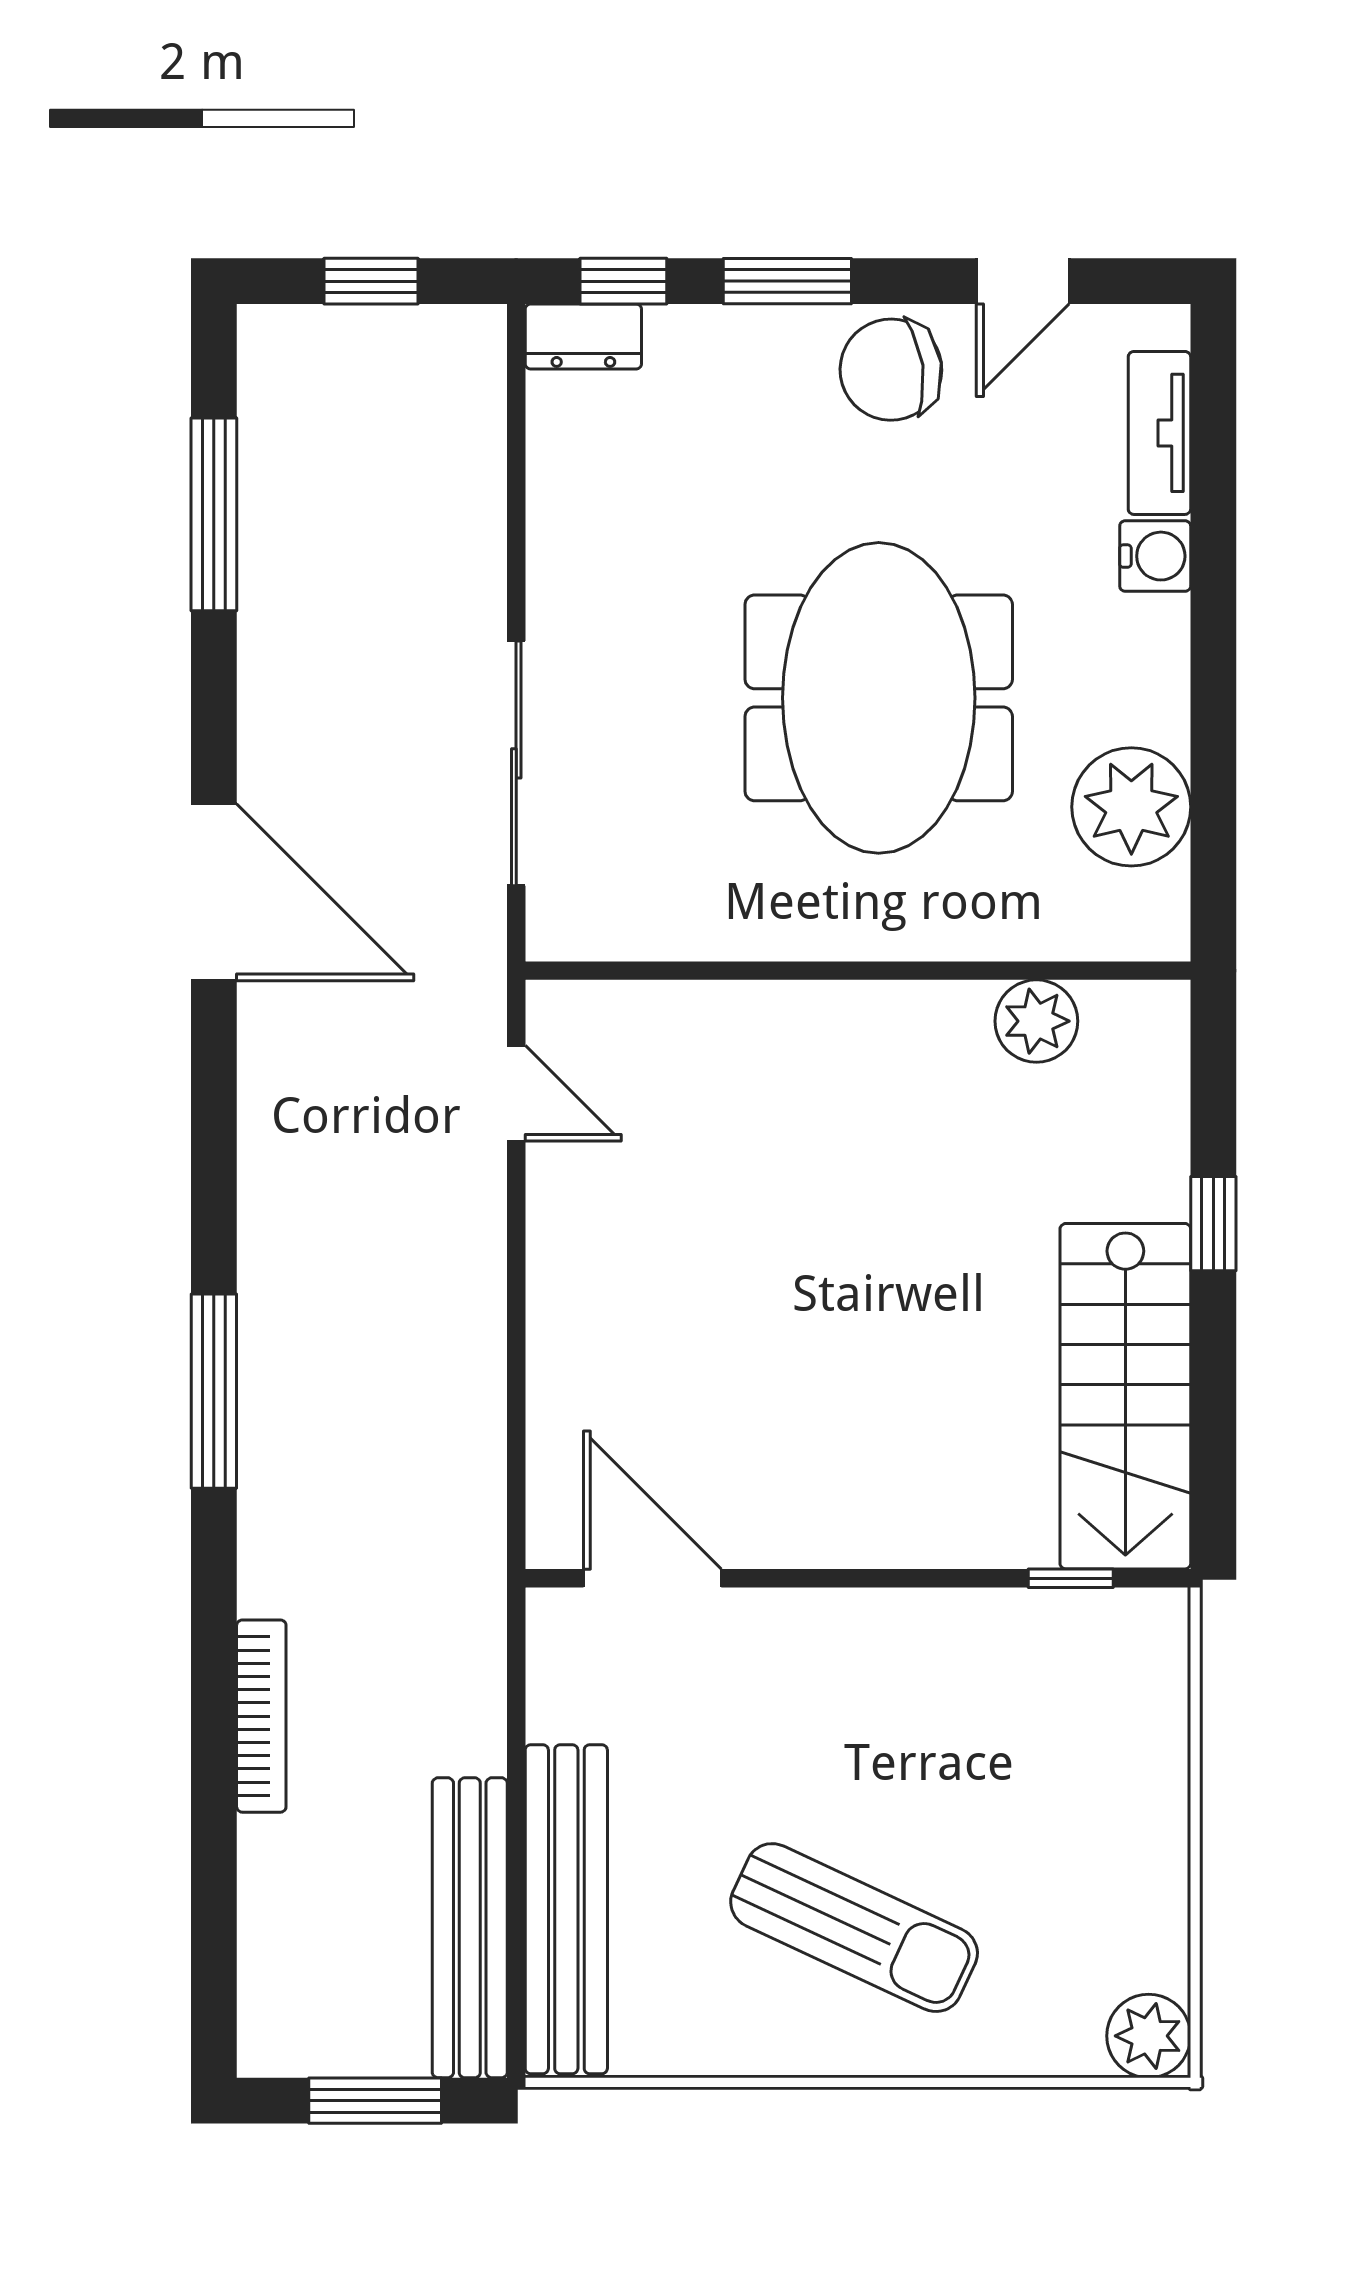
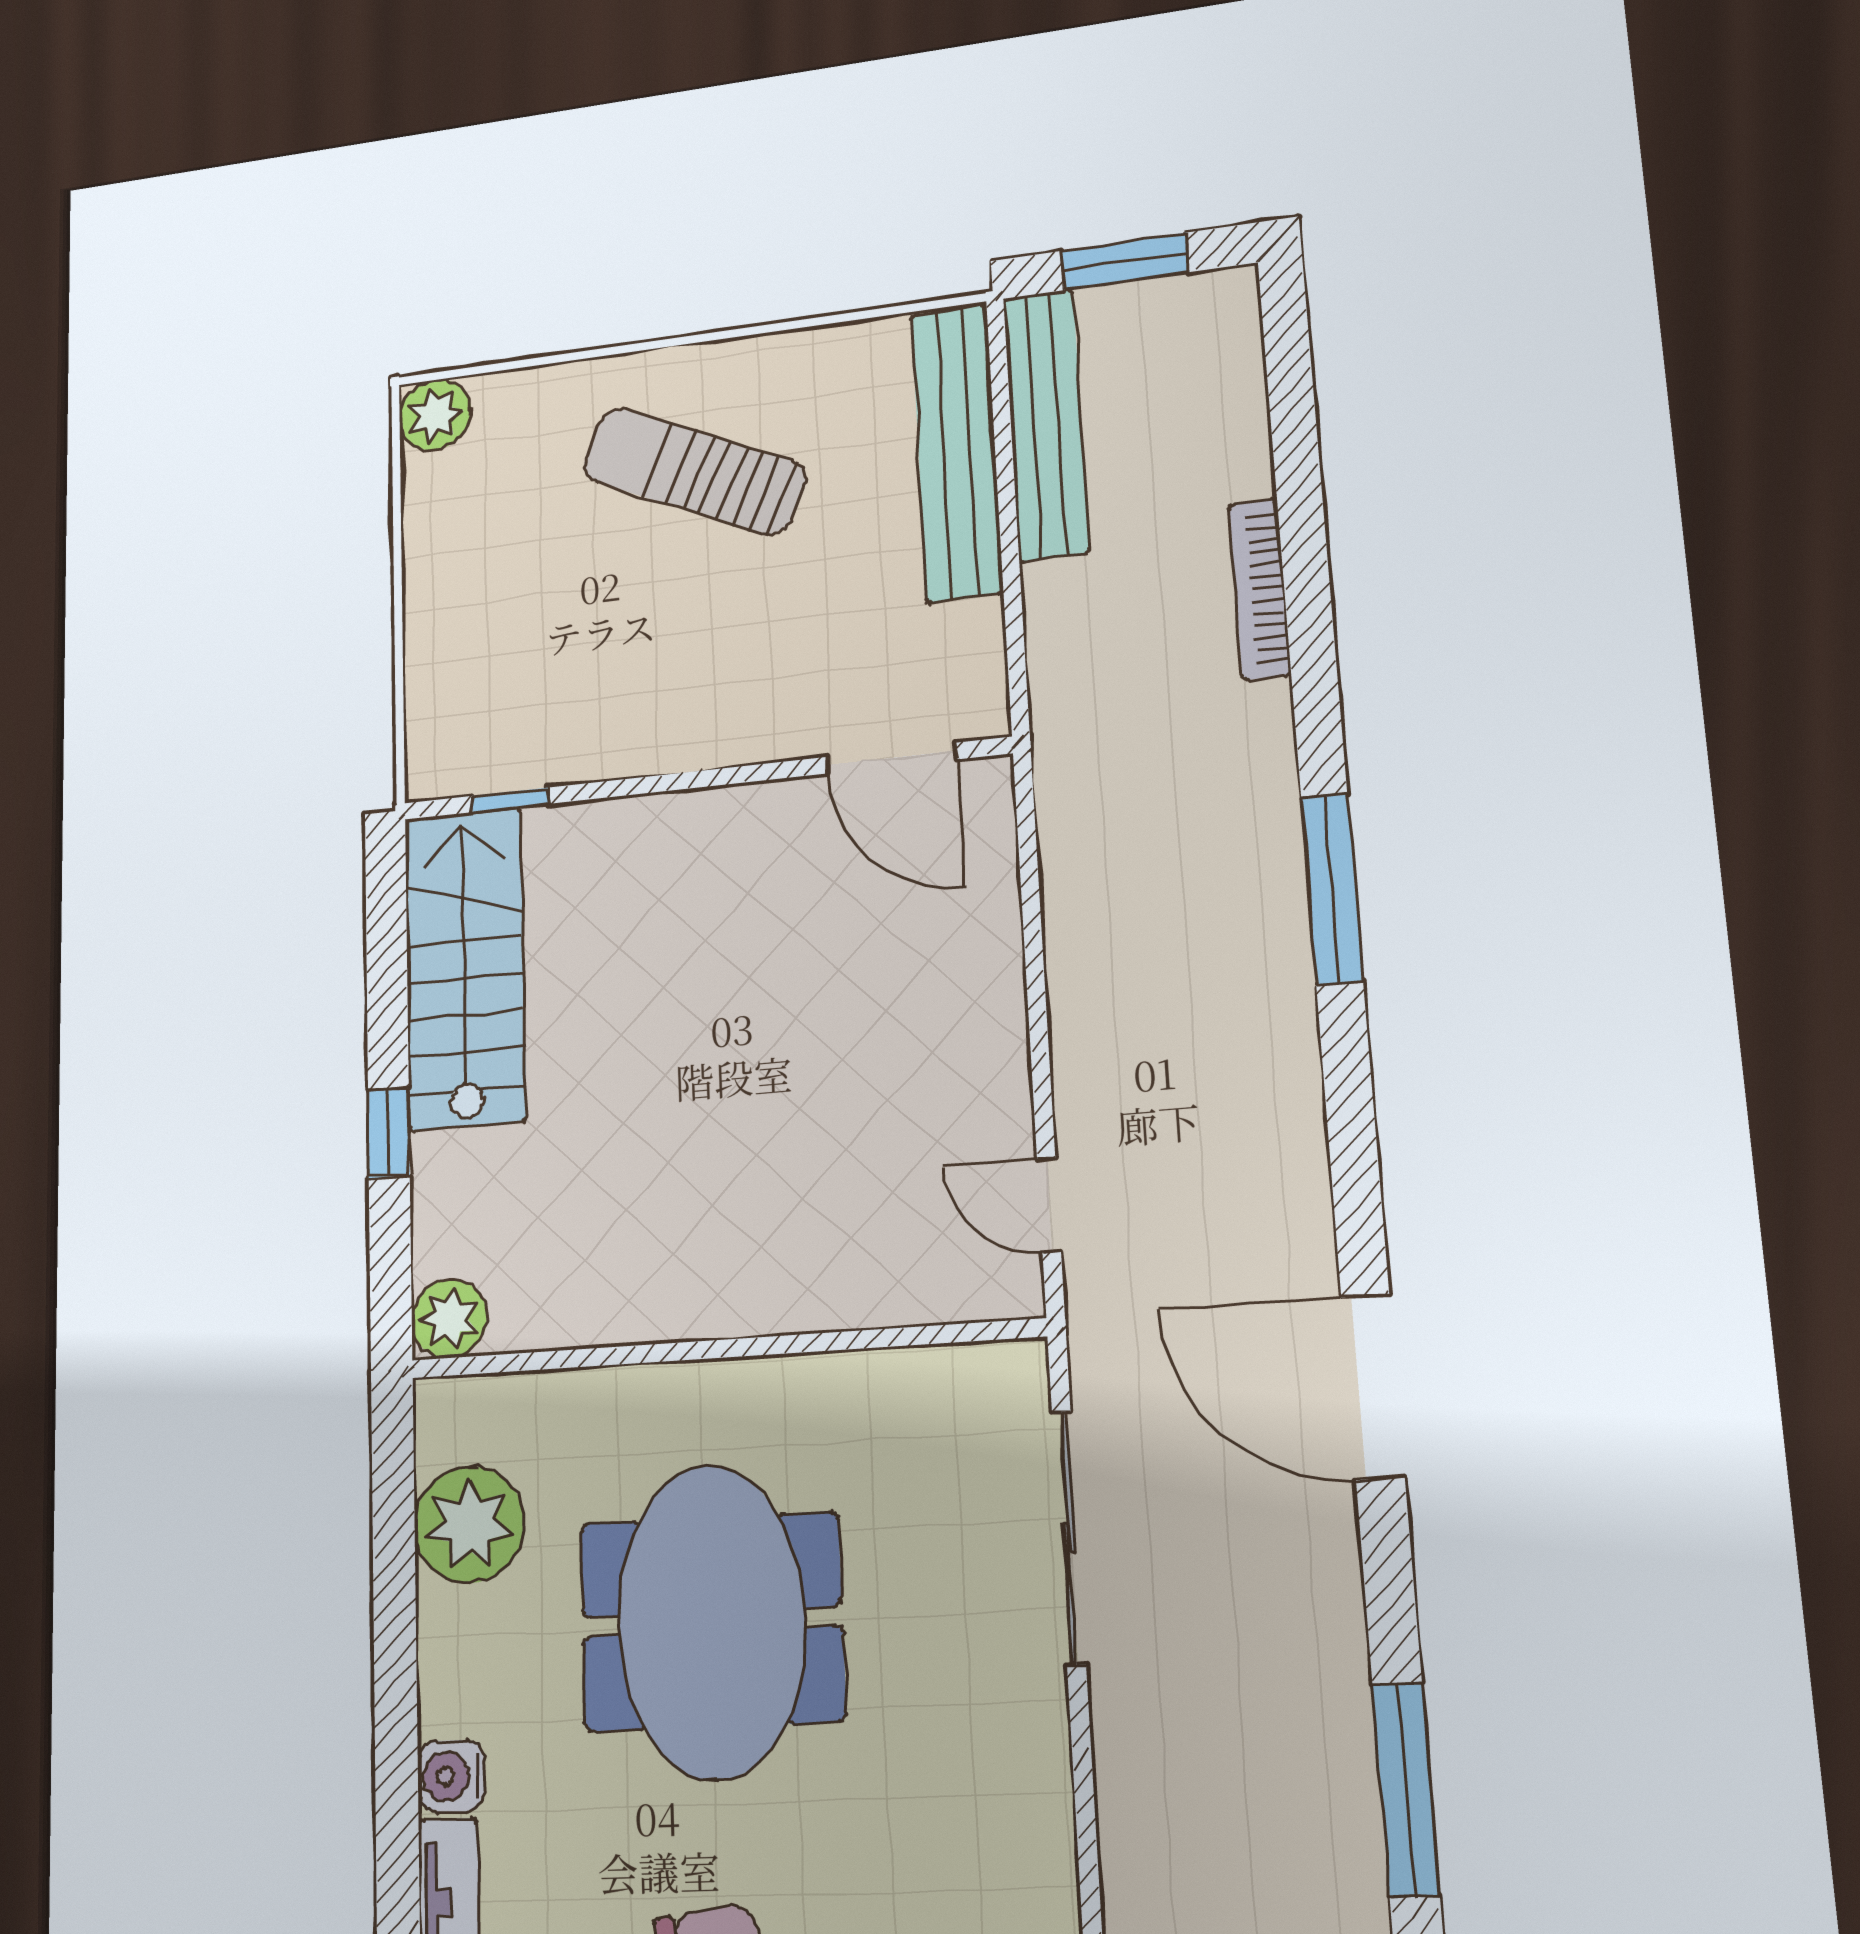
plant: (1036, 1021) -> (449, 1319), moved

